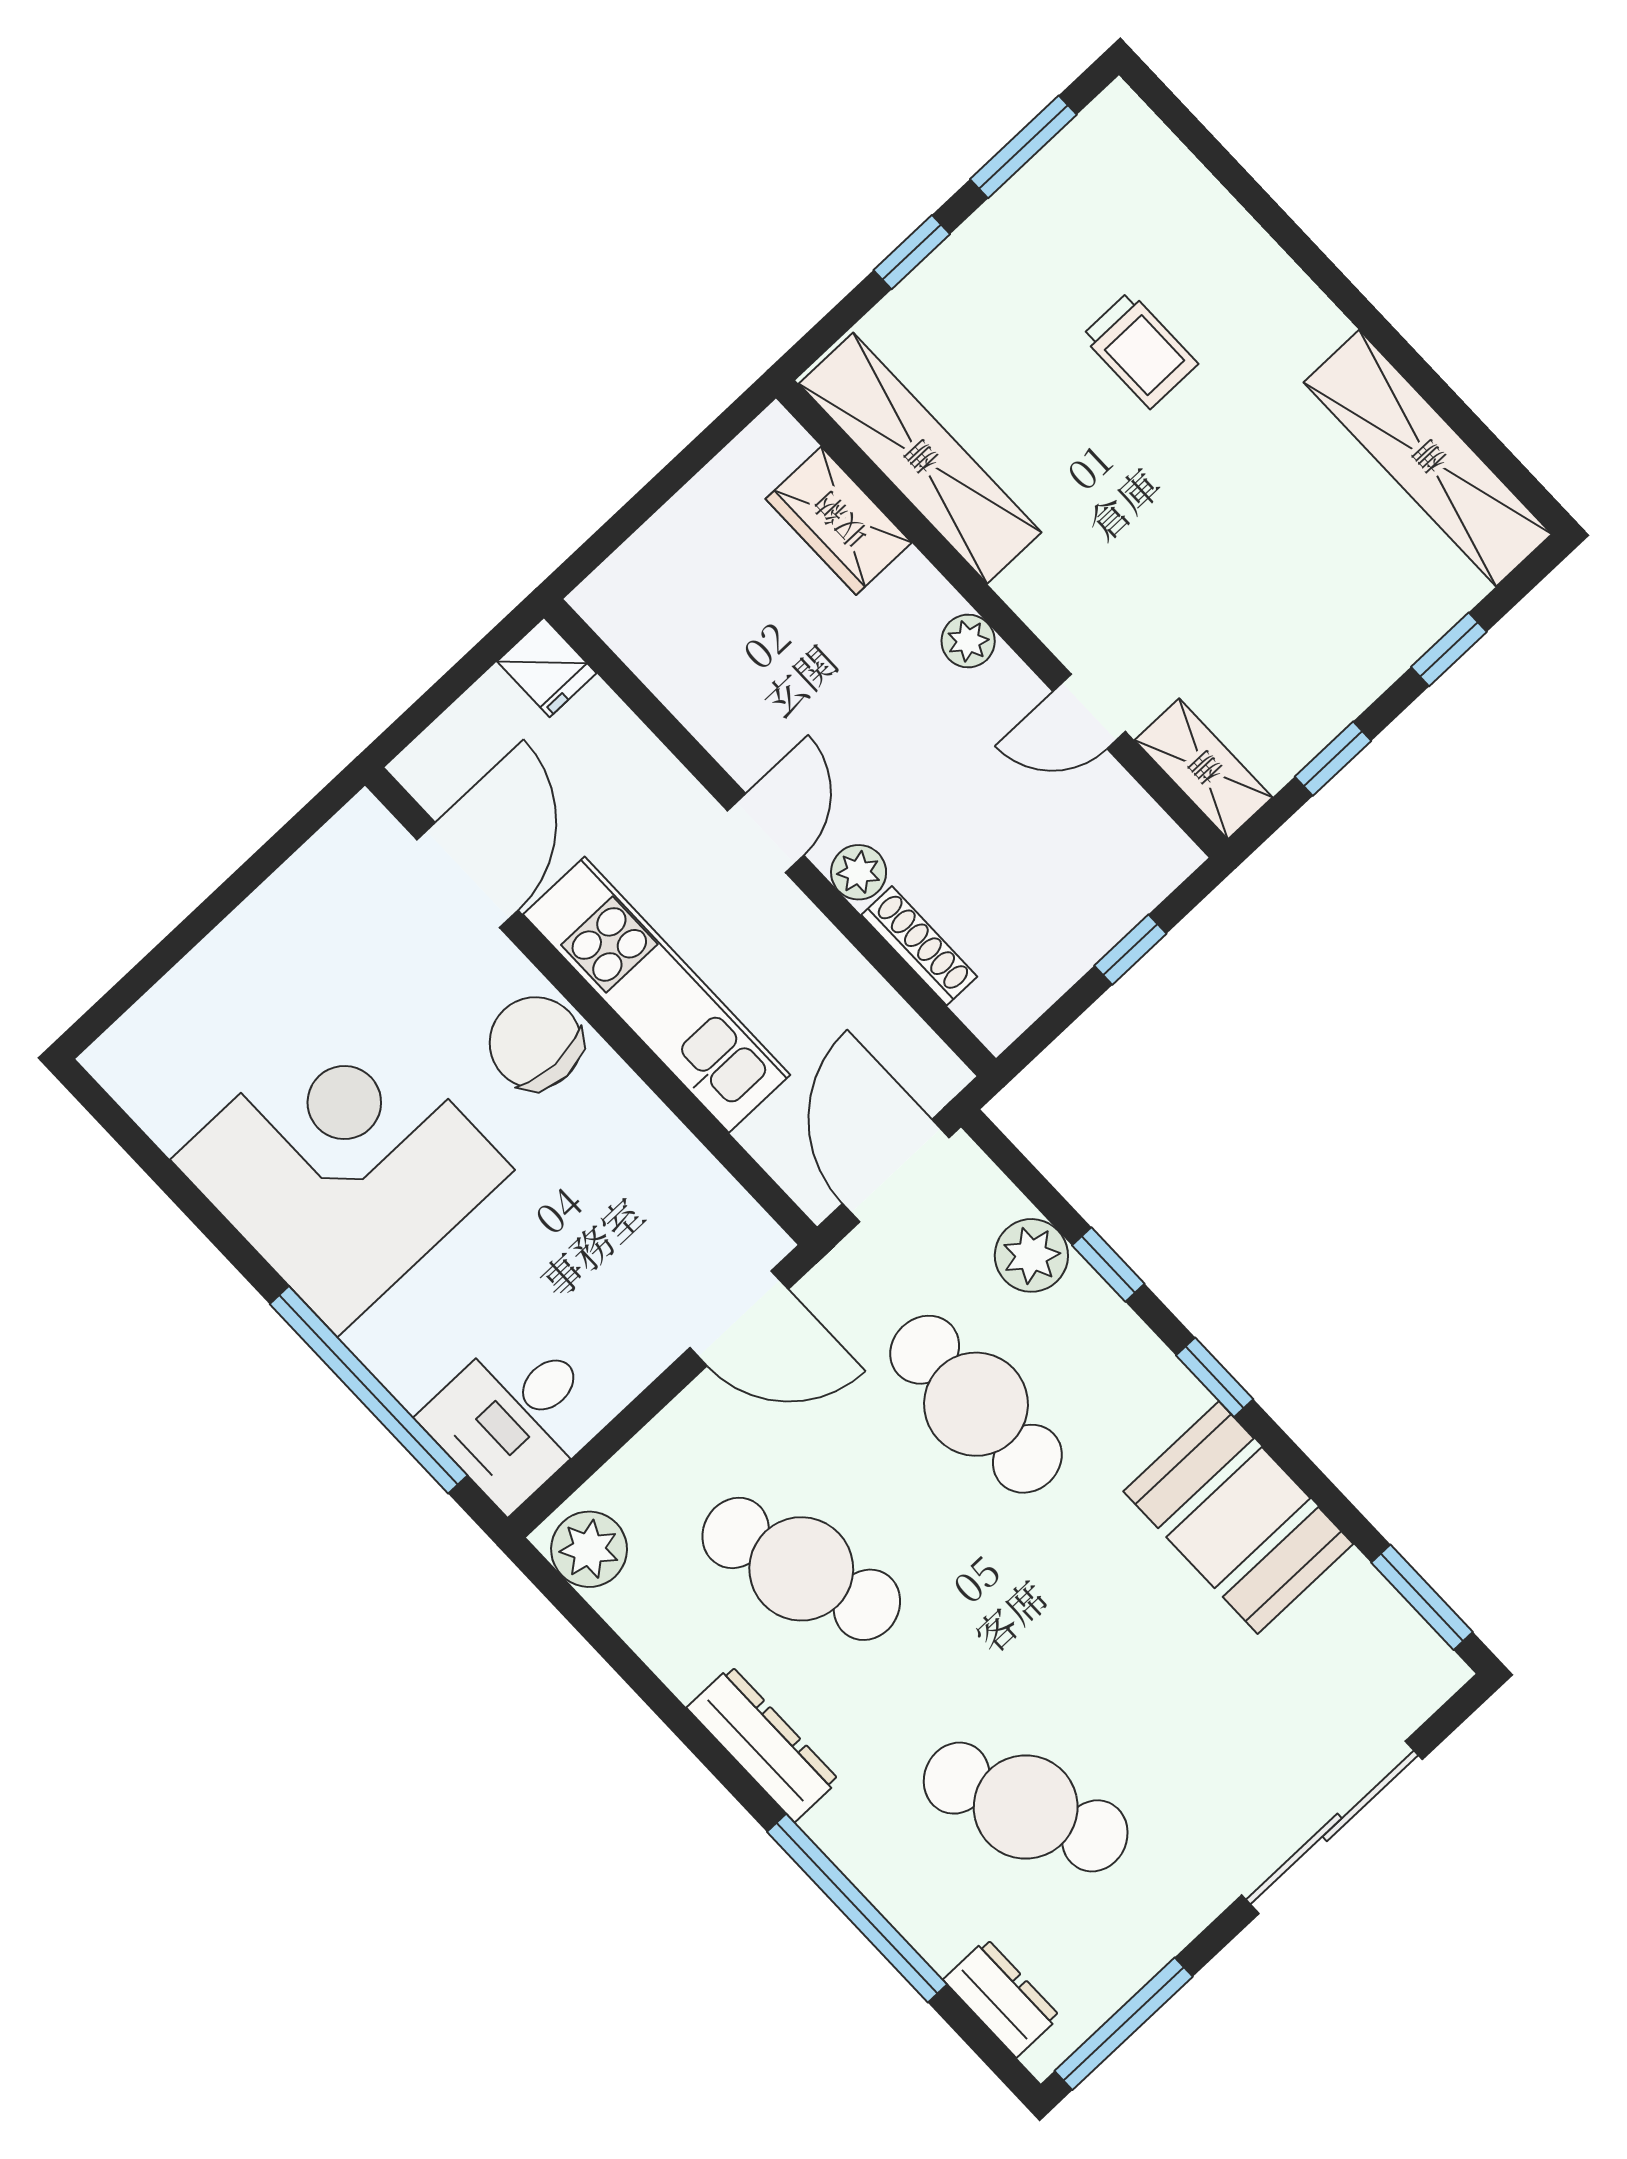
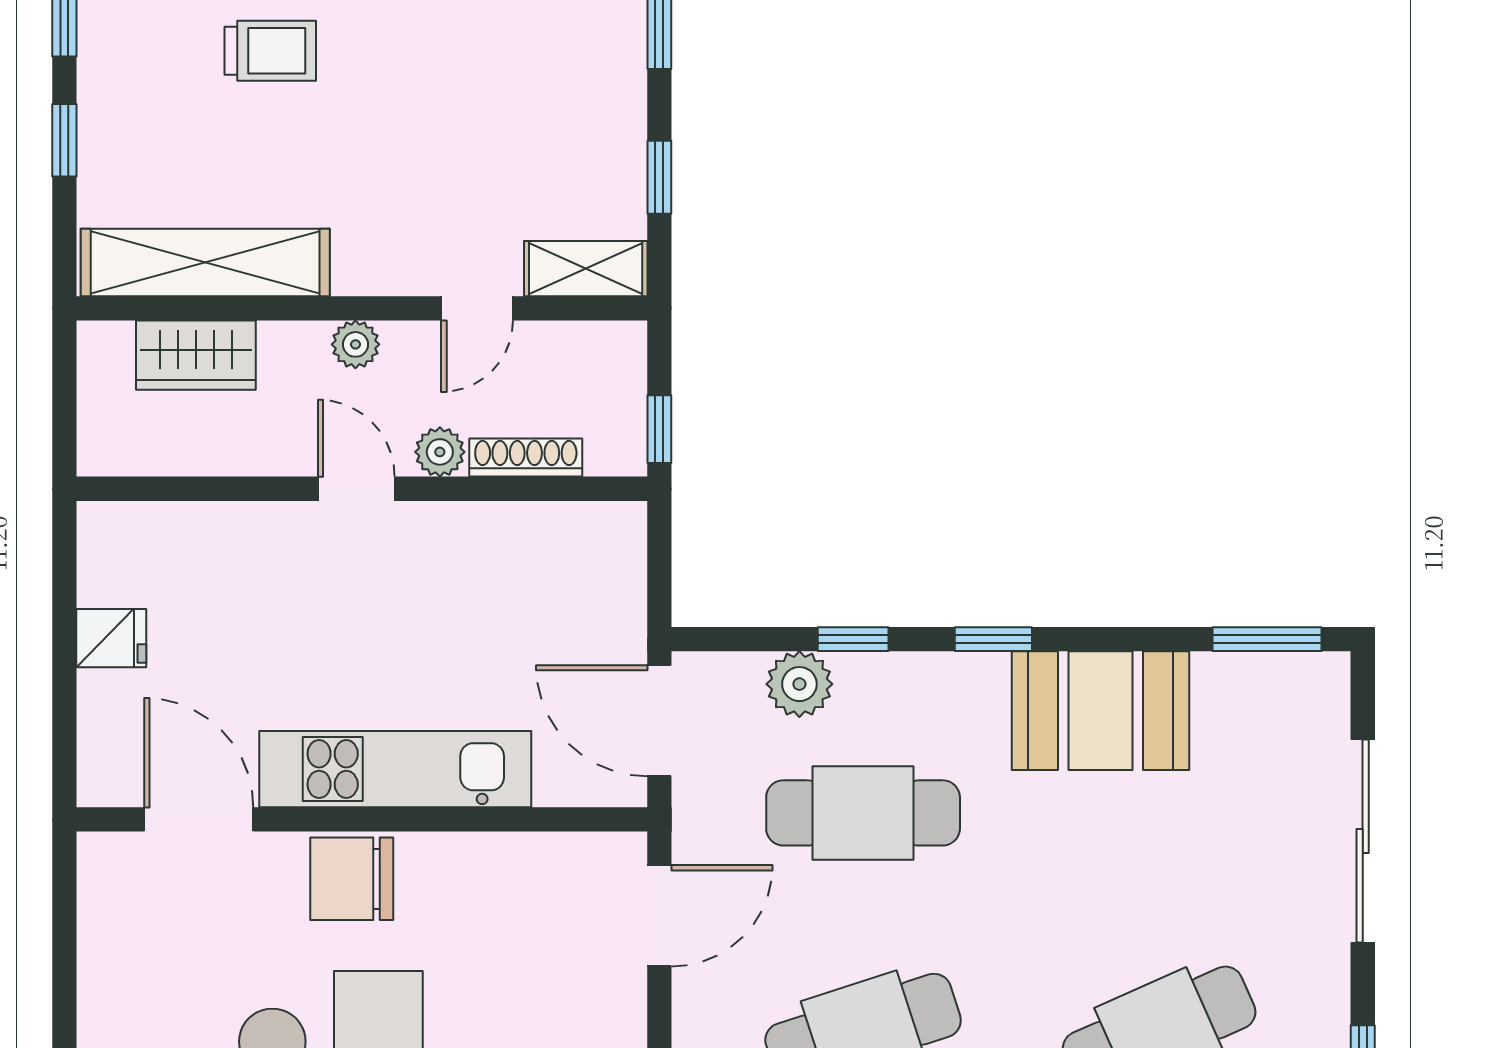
door: (766, 833) -> (356, 489), moved
wall: (770, 838) -> (362, 489), moved
plant: (859, 872) -> (440, 452), moved
shoe rack: (919, 946) -> (526, 458), moved

